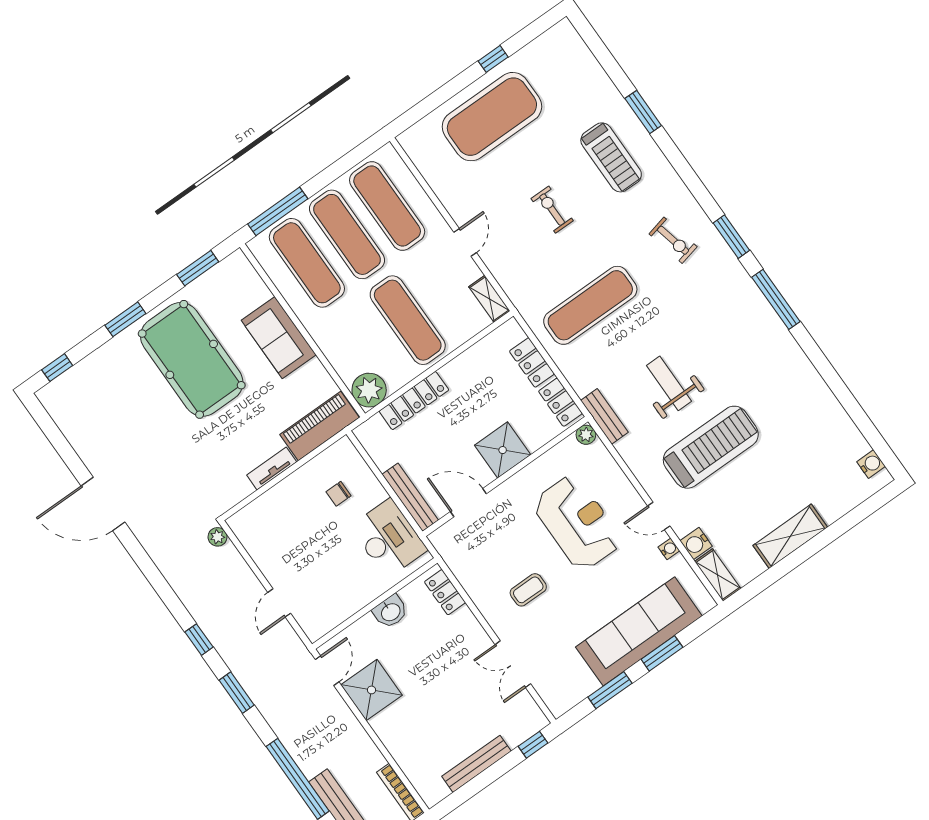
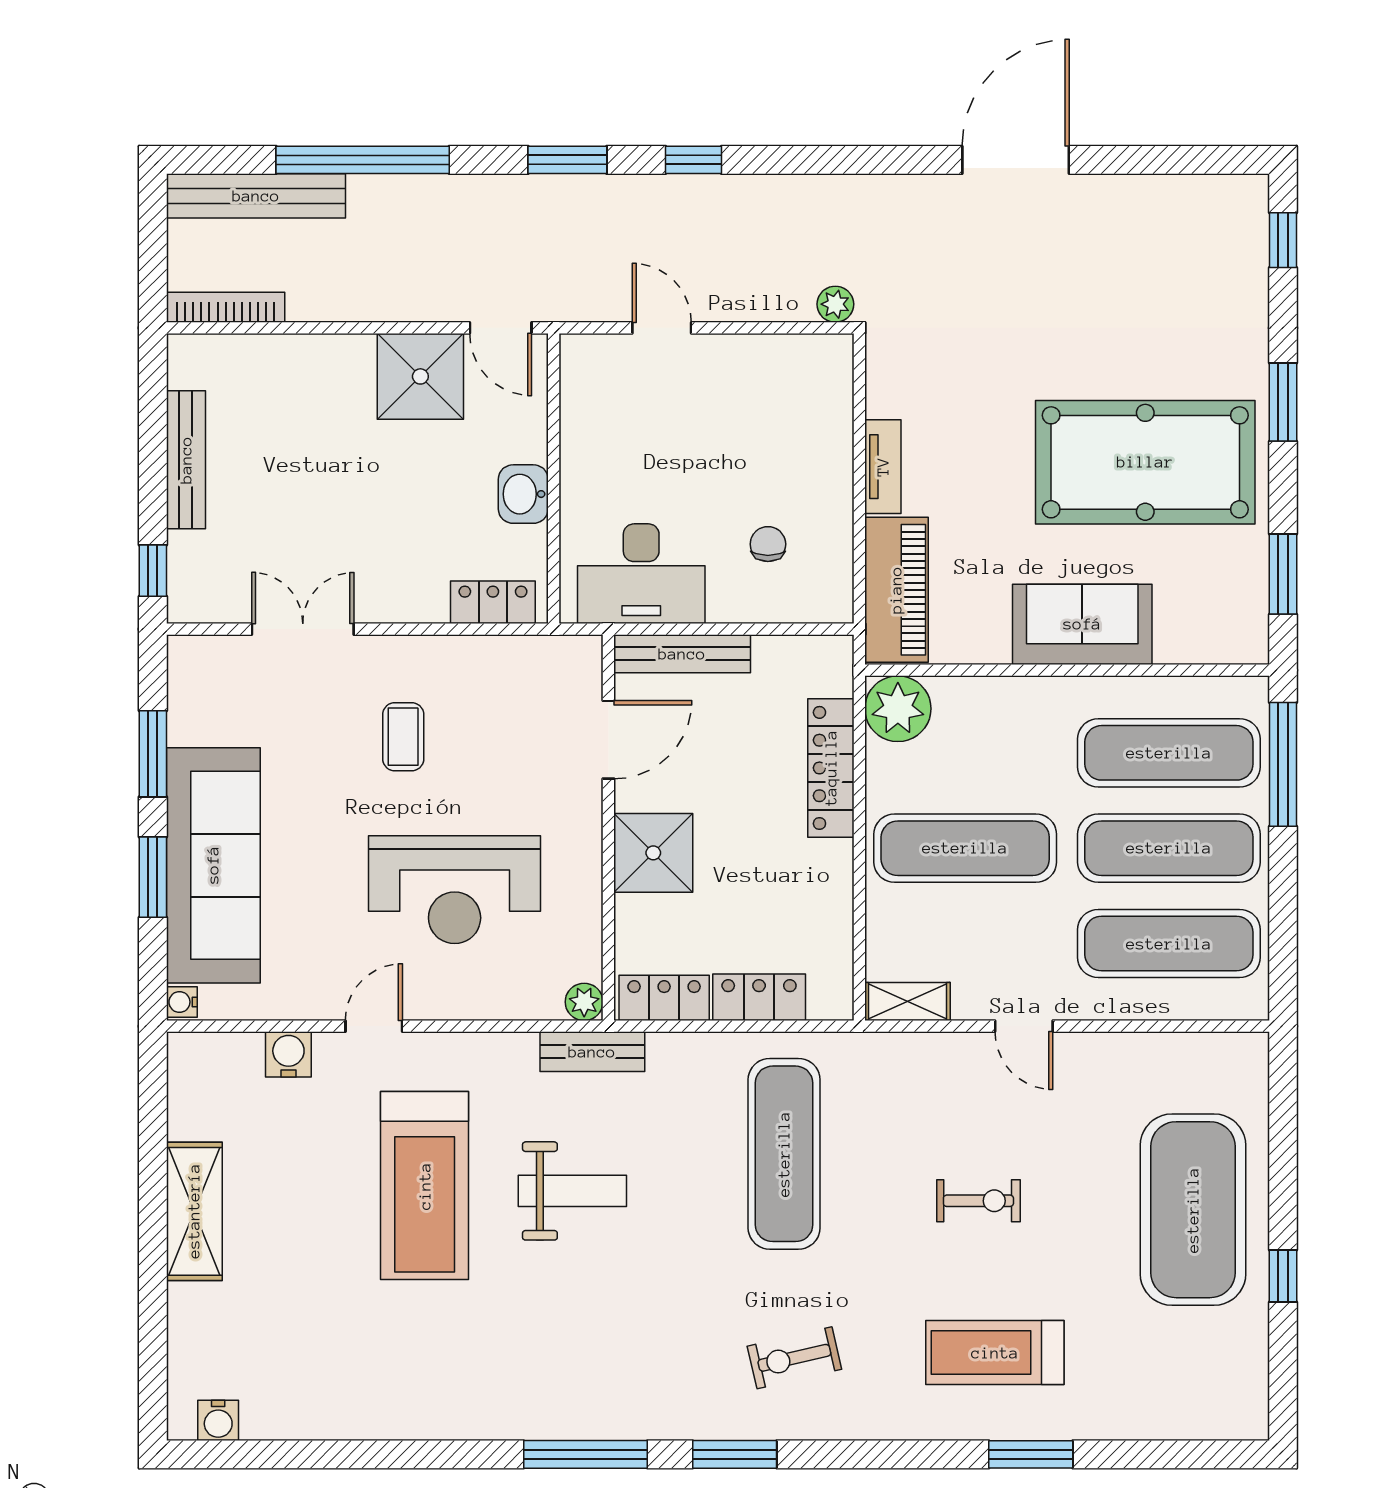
water cooler: (669, 549) -> (182, 1002), moved, turned 90
shelving: (718, 575) -> (214, 1053), removed

